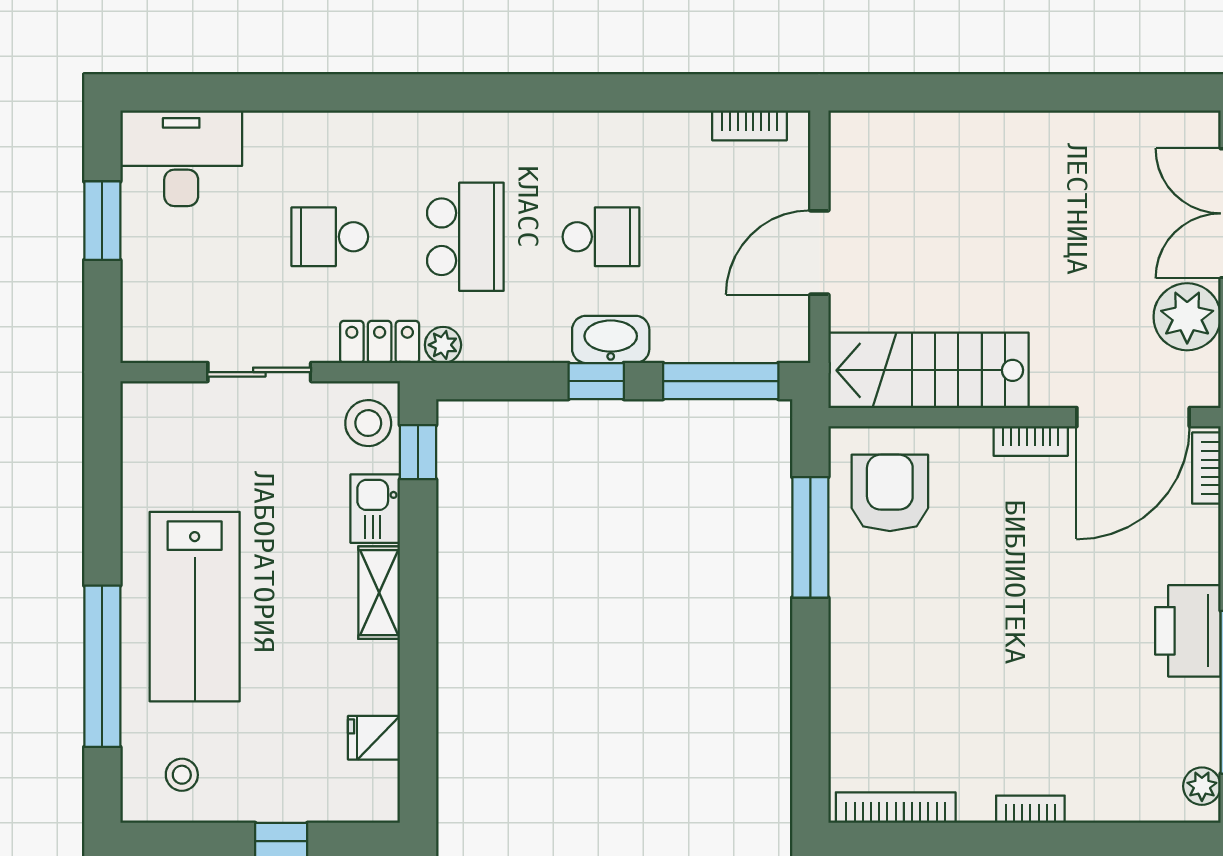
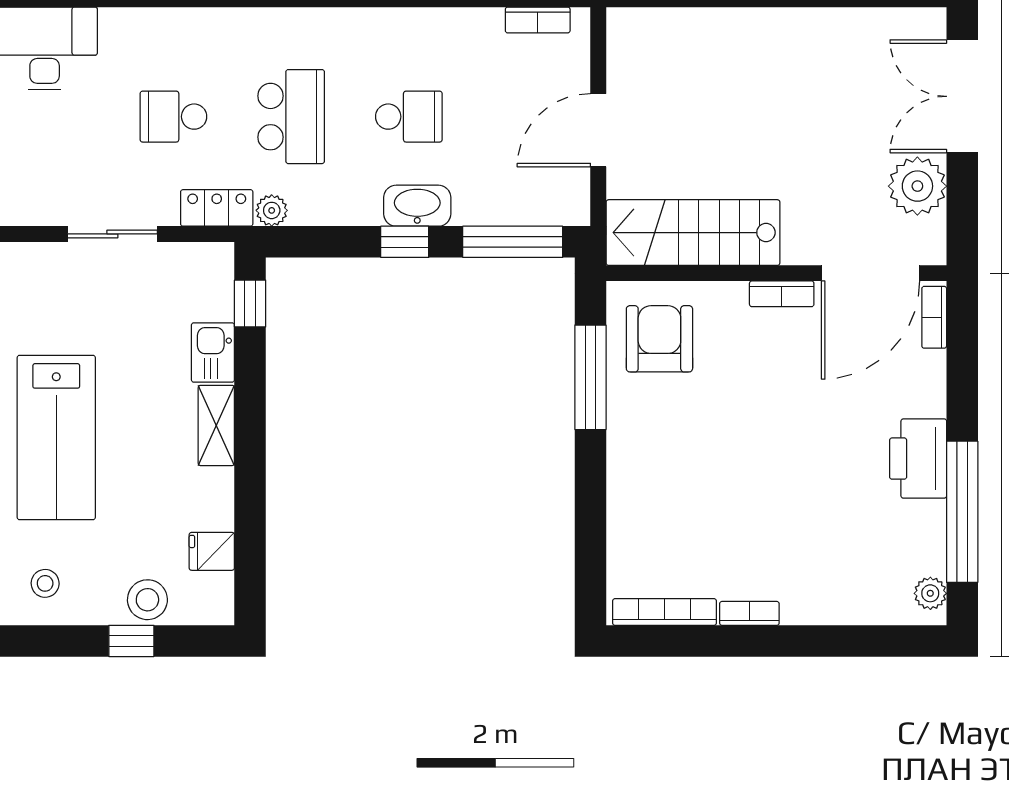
stool: (368, 423) -> (147, 600), moved
bookcase: (1030, 809) -> (749, 613), moved

